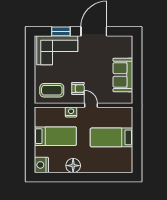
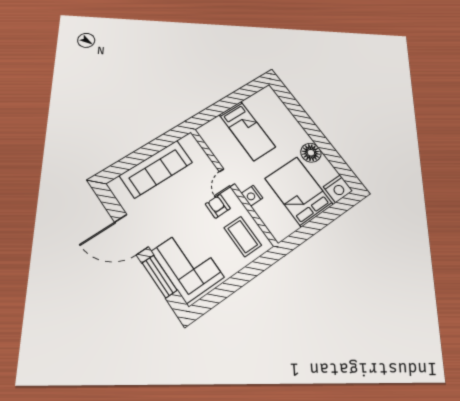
window: (61, 31) -> (160, 277), width x1.44
sofa: (123, 75) -> (156, 169), width x1.36
bed: (55, 136) -> (299, 191), width x1.50

